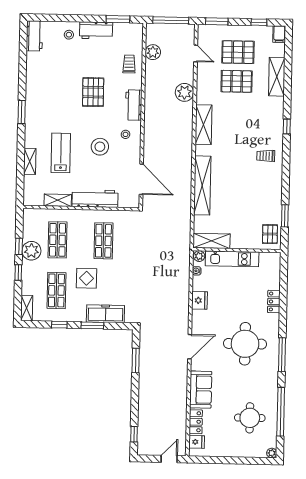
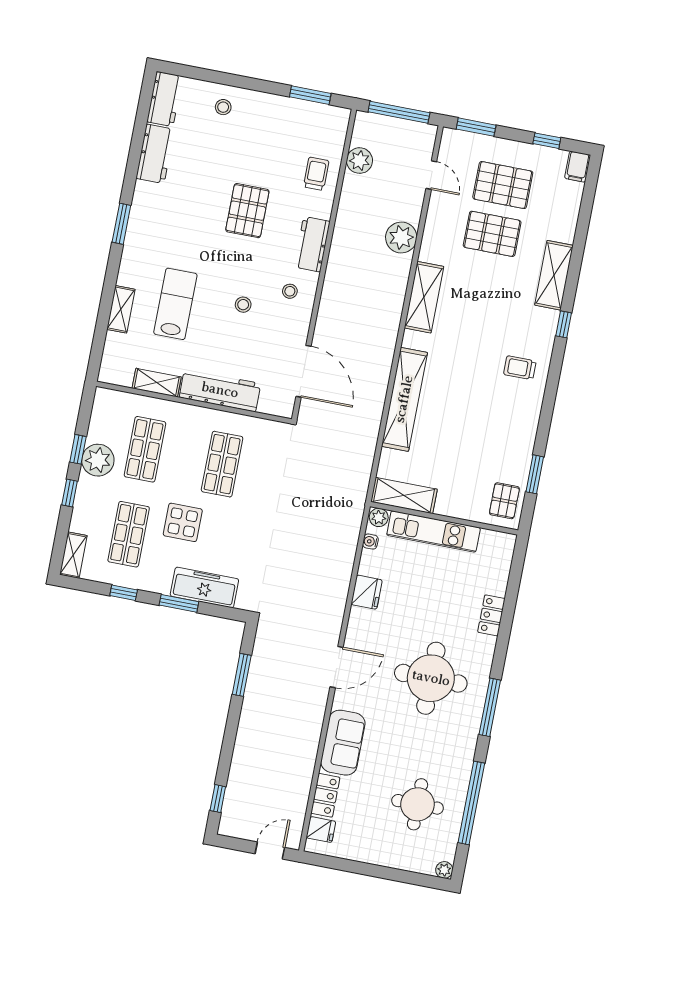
workbench: (96, 30) -> (155, 154), moved, turned -90
shelving: (277, 77) -> (554, 275), moved
stool: (100, 147) -> (243, 305), width x0.53, depth x0.53

